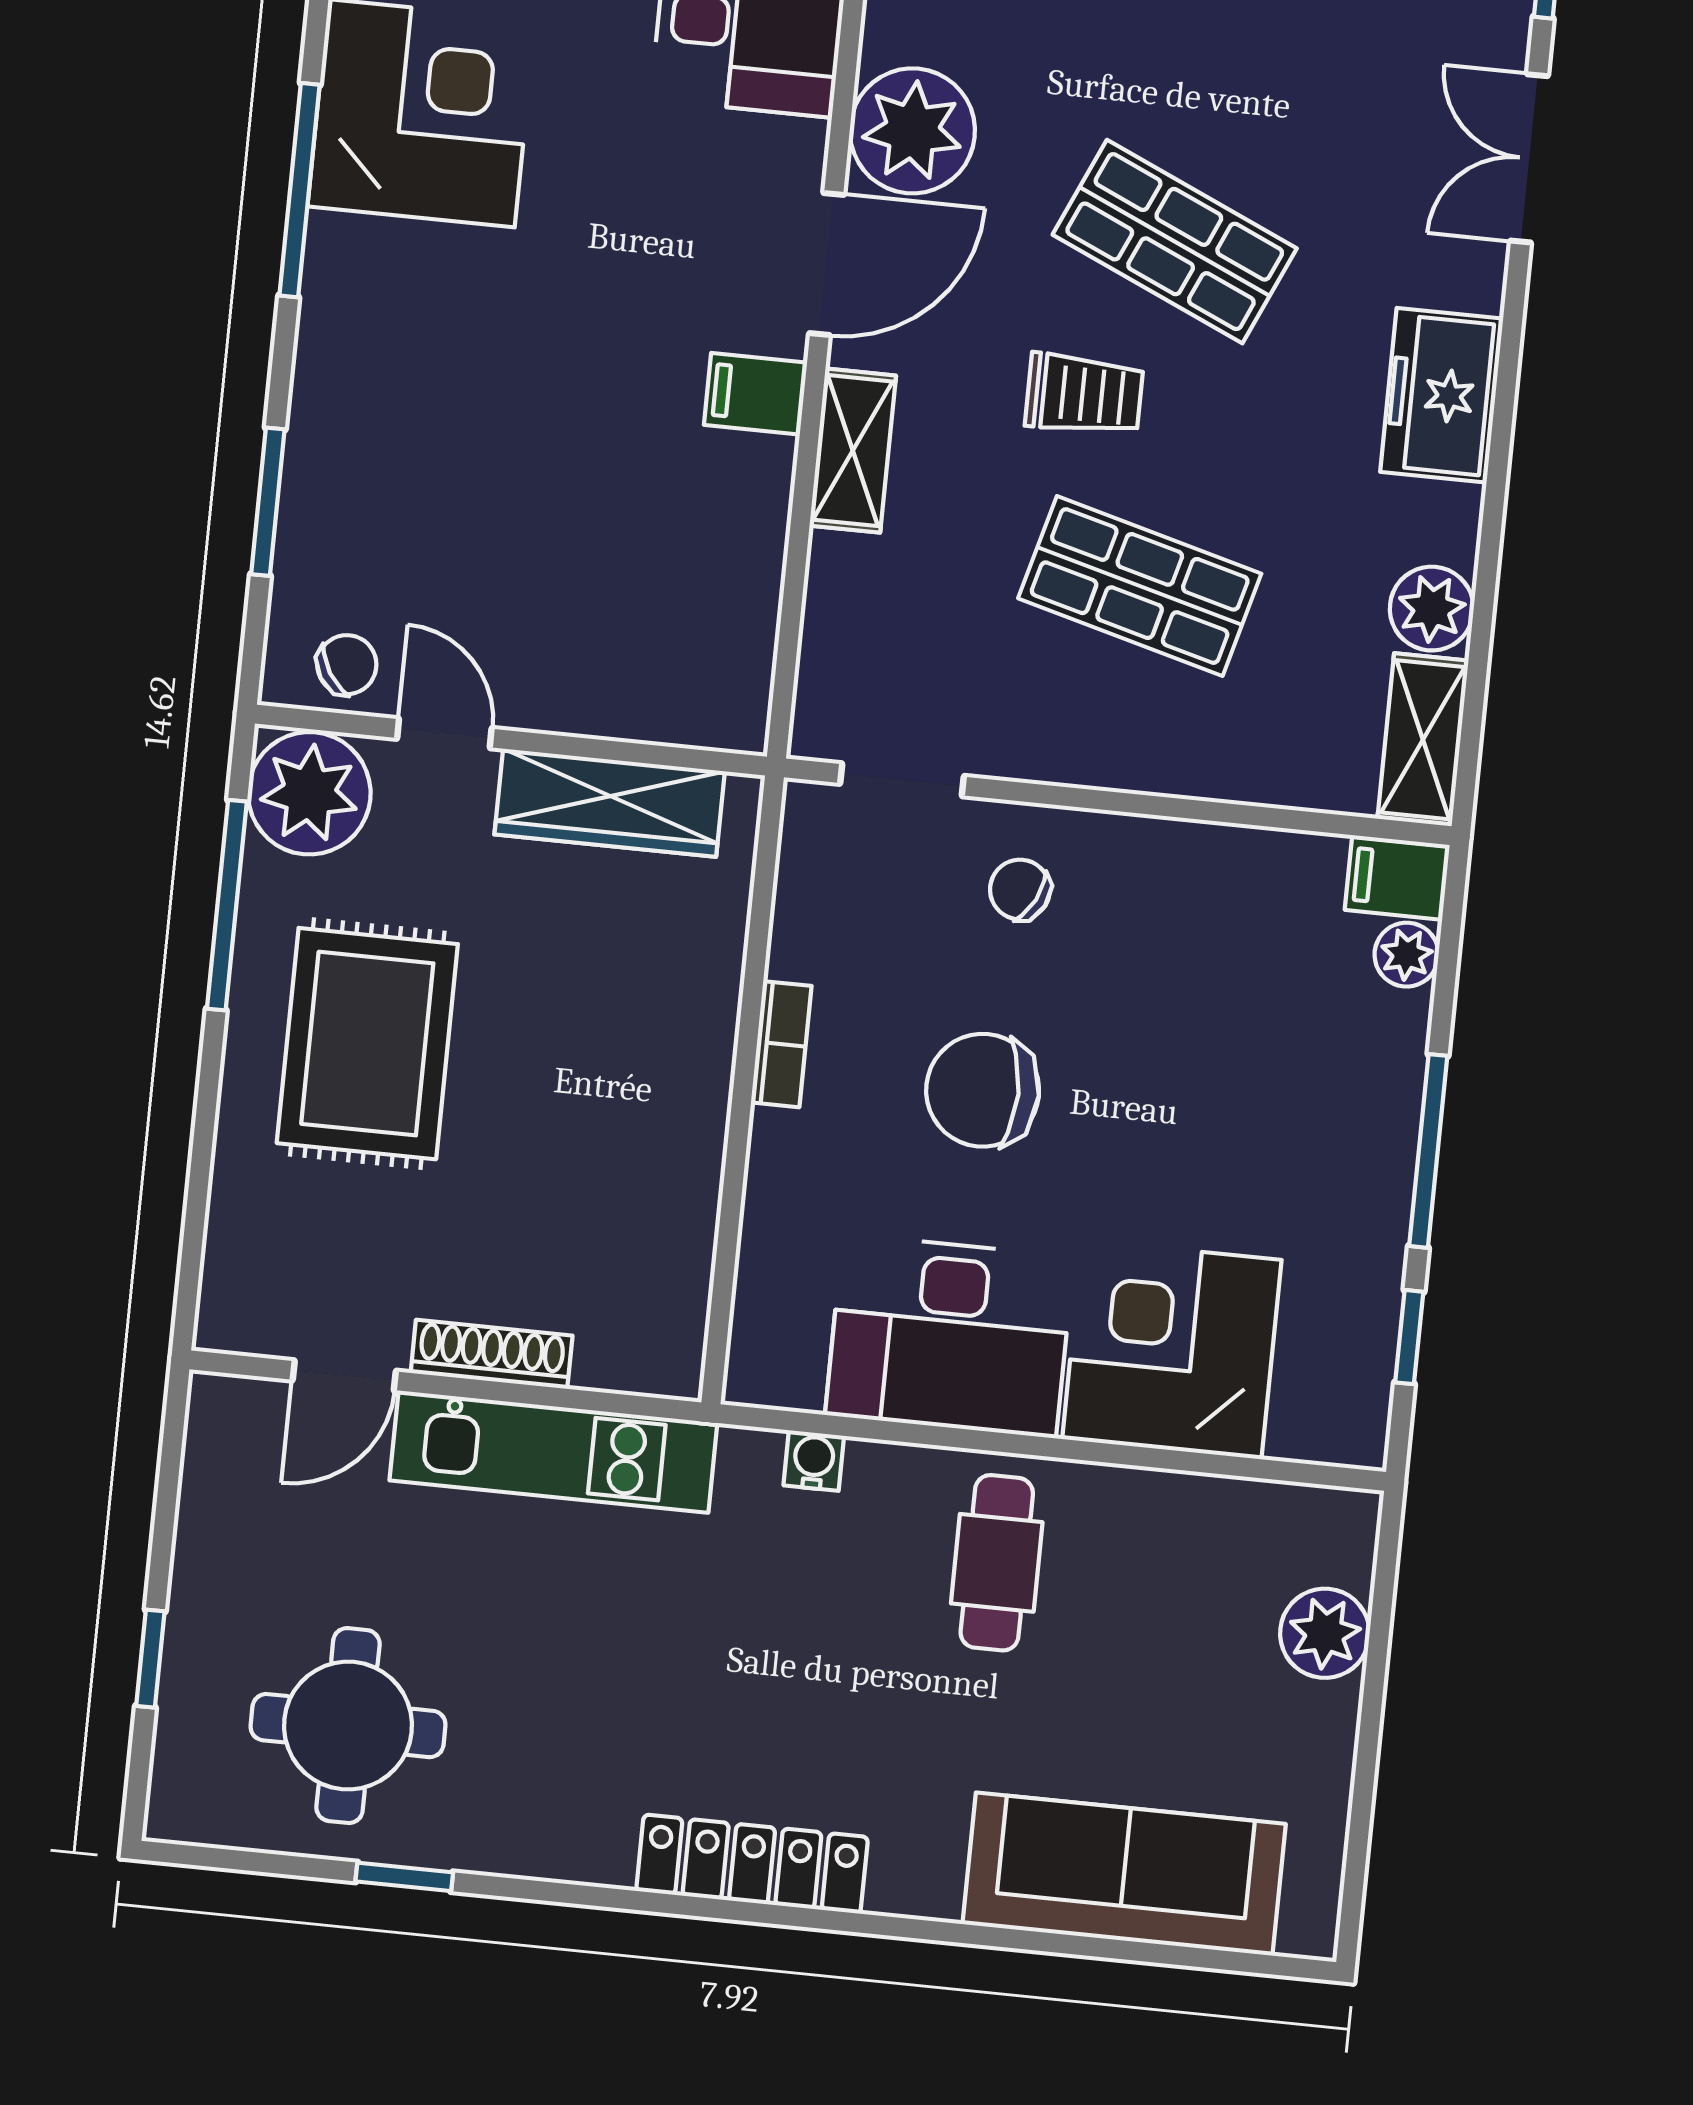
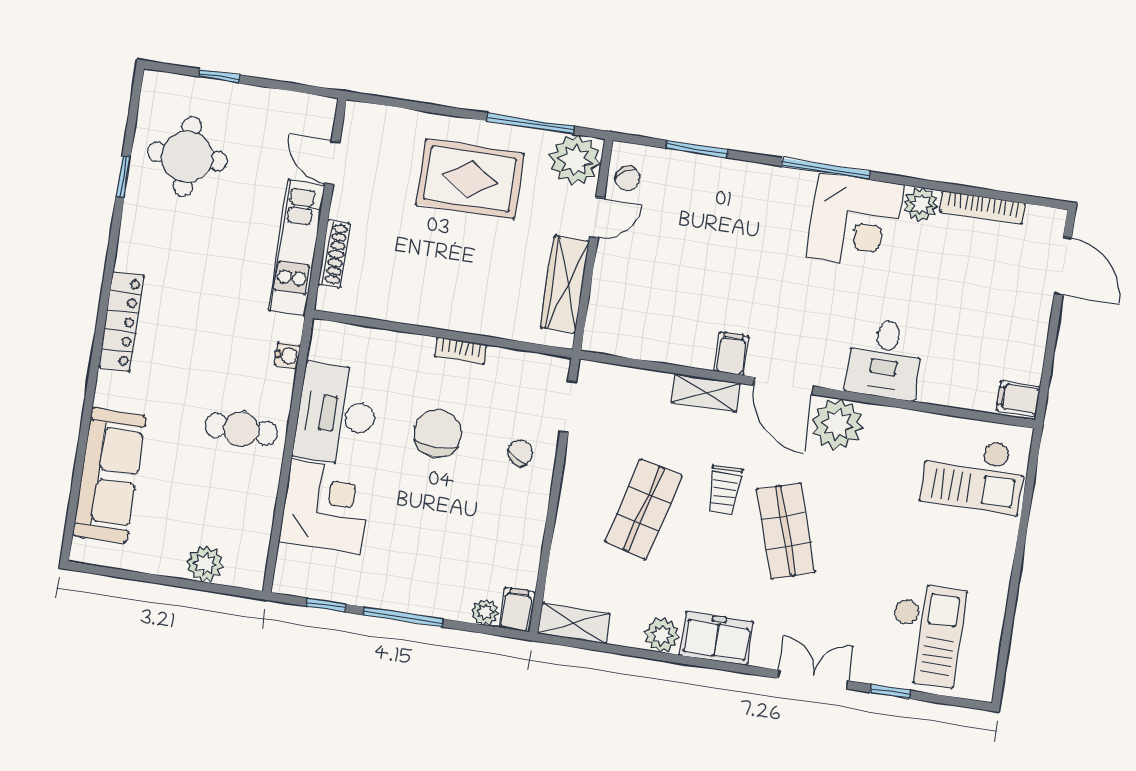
shop shelf: (1175, 242) -> (786, 531), turned -42
plant: (1432, 609) -> (662, 635), moved
shoe rack: (492, 1354) -> (334, 254), moved

